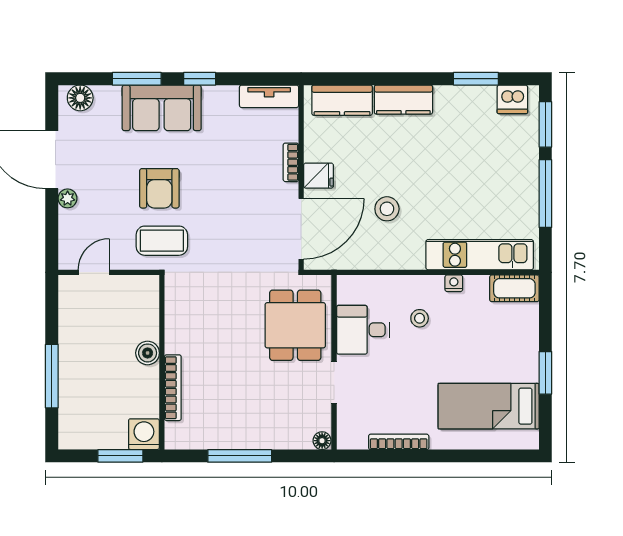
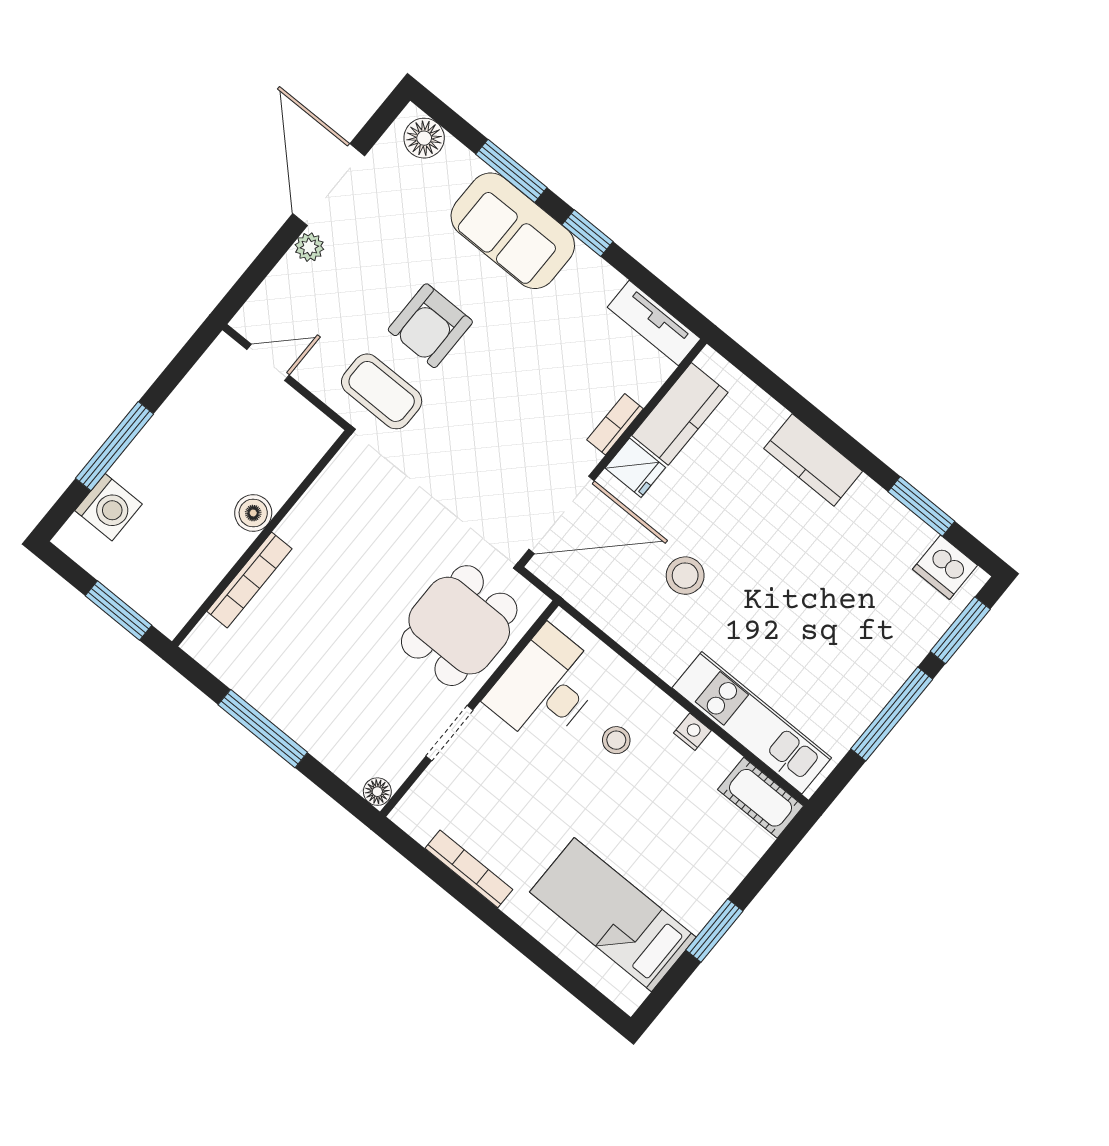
kitchen counter: (342, 100) -> (680, 414), moved, turned -90
desk: (363, 330) -> (545, 687), width x1.37
washing machine: (144, 434) -> (108, 507), moved, turned 90

